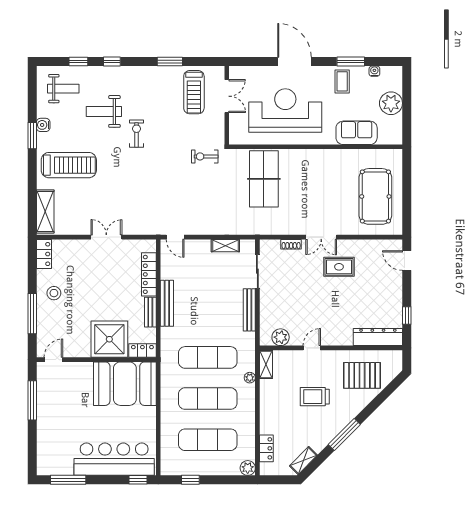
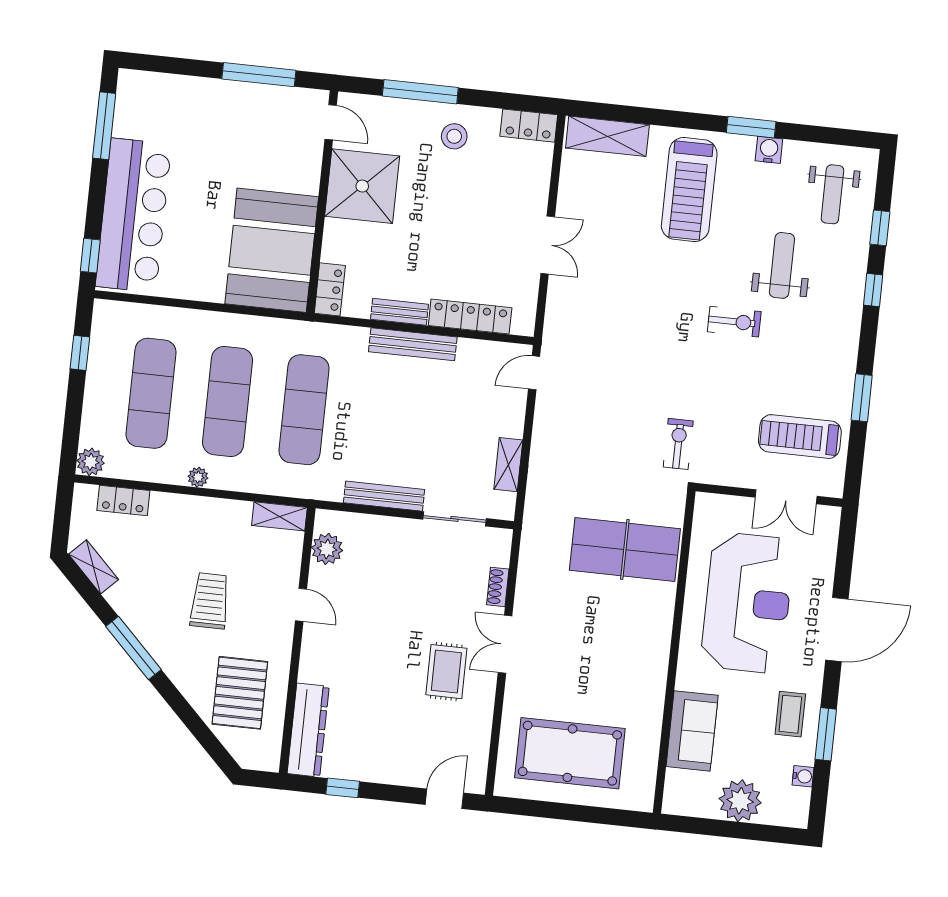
coffee table: (342, 81) -> (790, 714), turned 90
shower: (109, 339) -> (362, 186), moved
plant: (250, 378) -> (198, 477), moved

